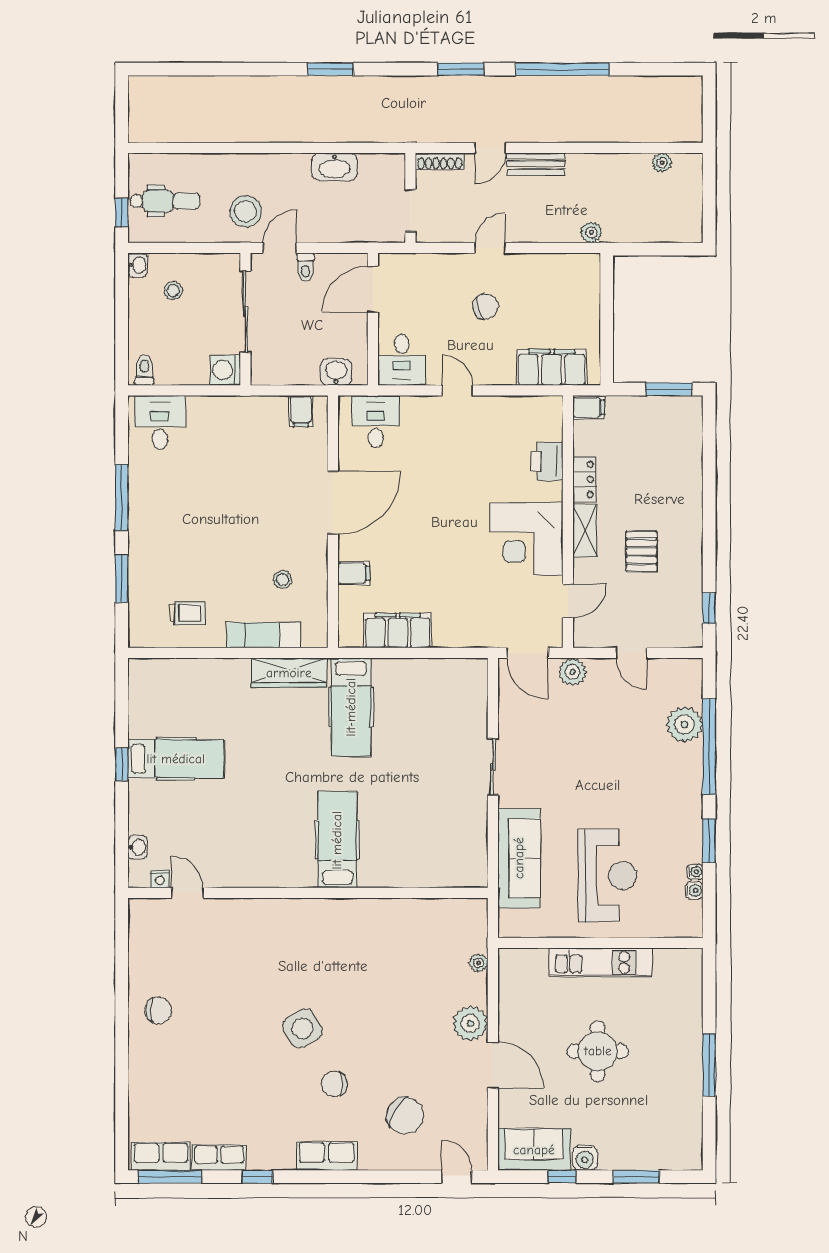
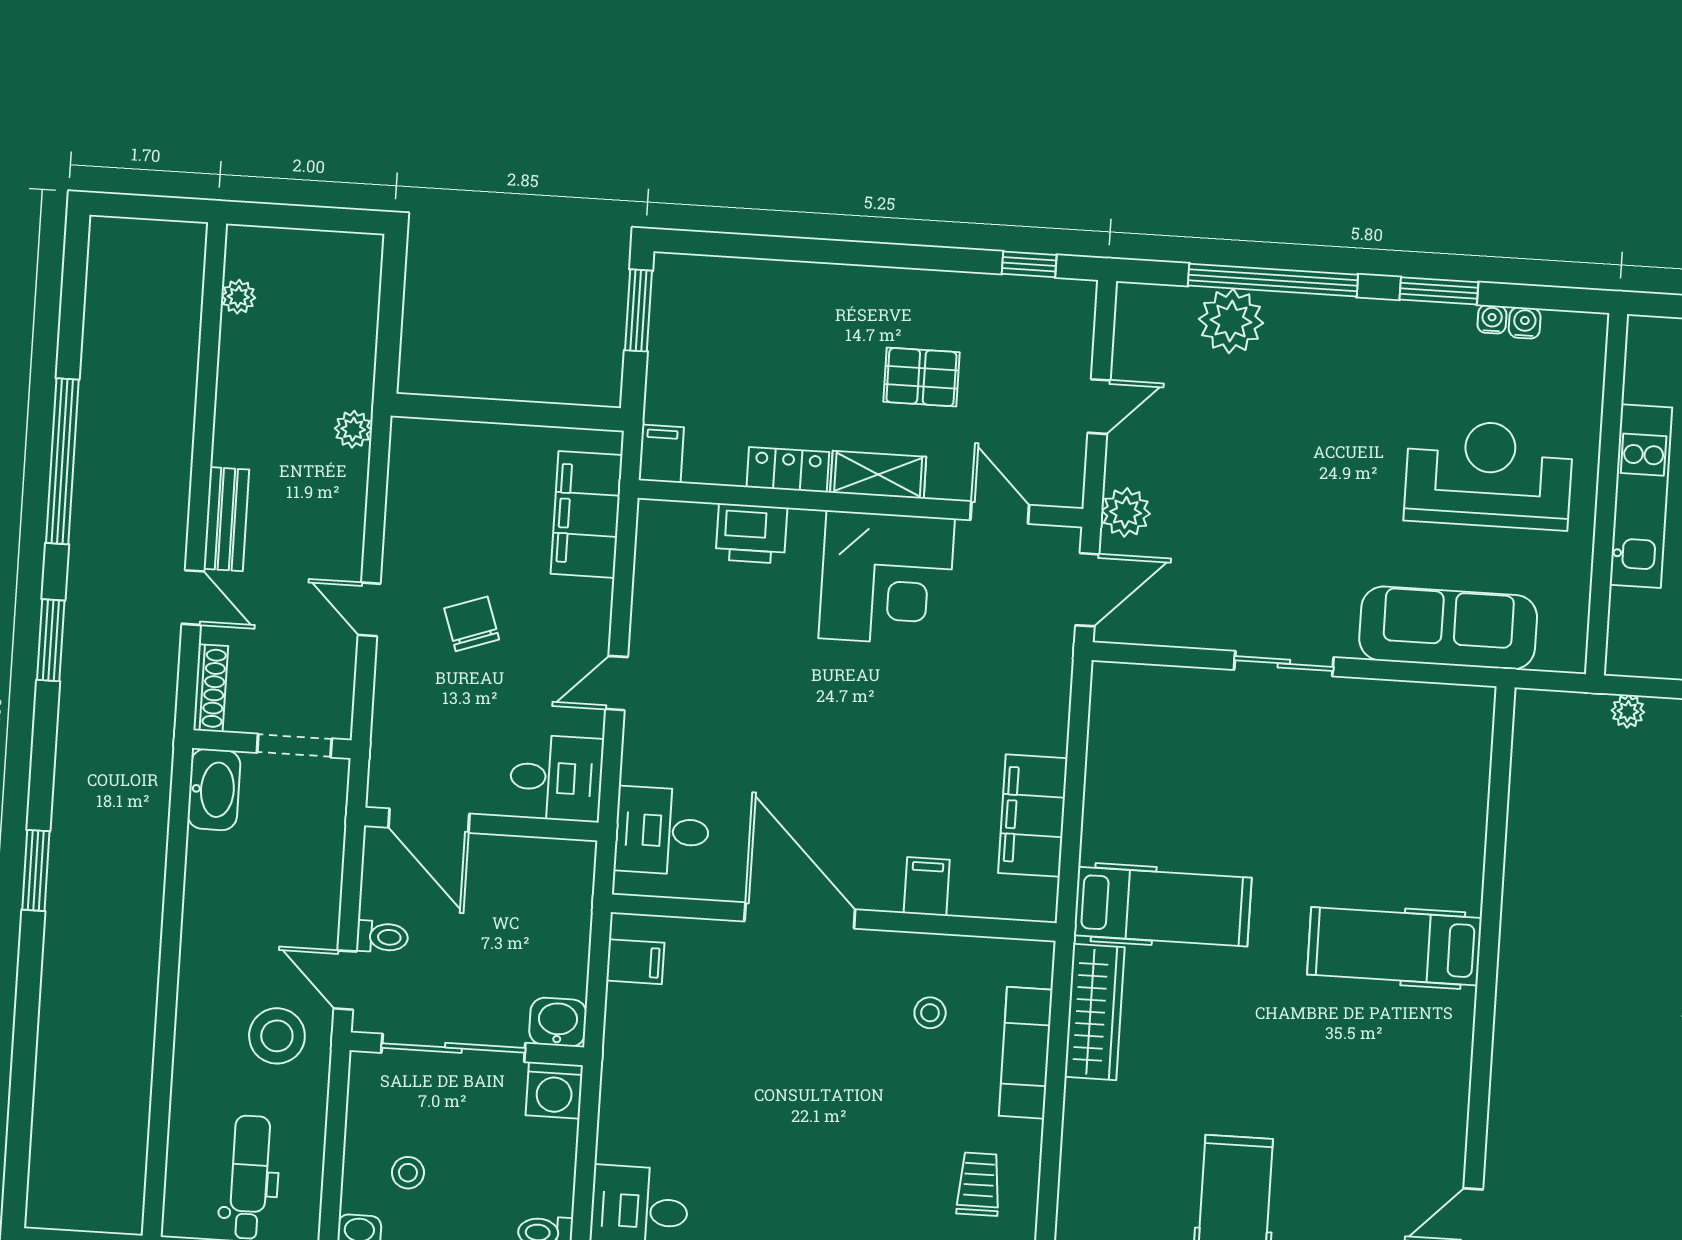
washbasin: (334, 167) -> (214, 790), moved
washbasin: (336, 372) -> (558, 1022), moved, turned 90

